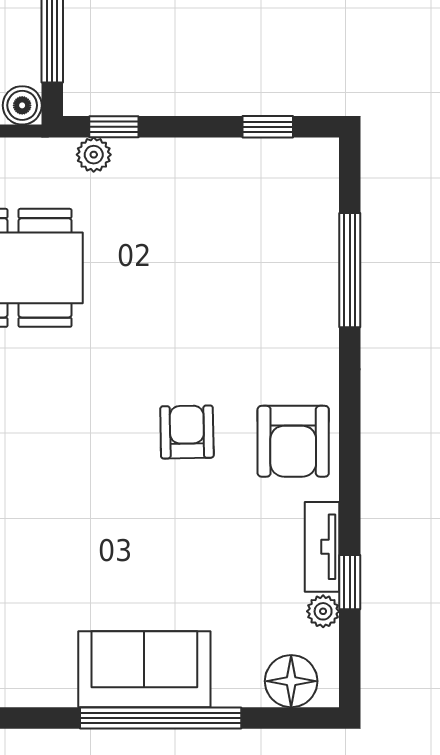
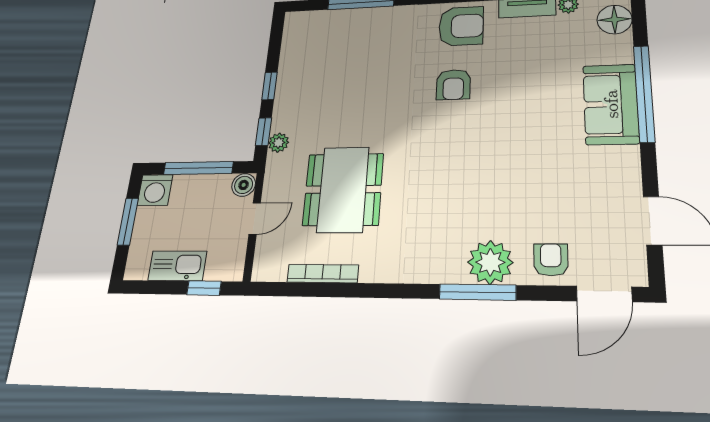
window: (268, 127) -> (270, 86), moved
armchair: (187, 432) -> (453, 85), turned -89

